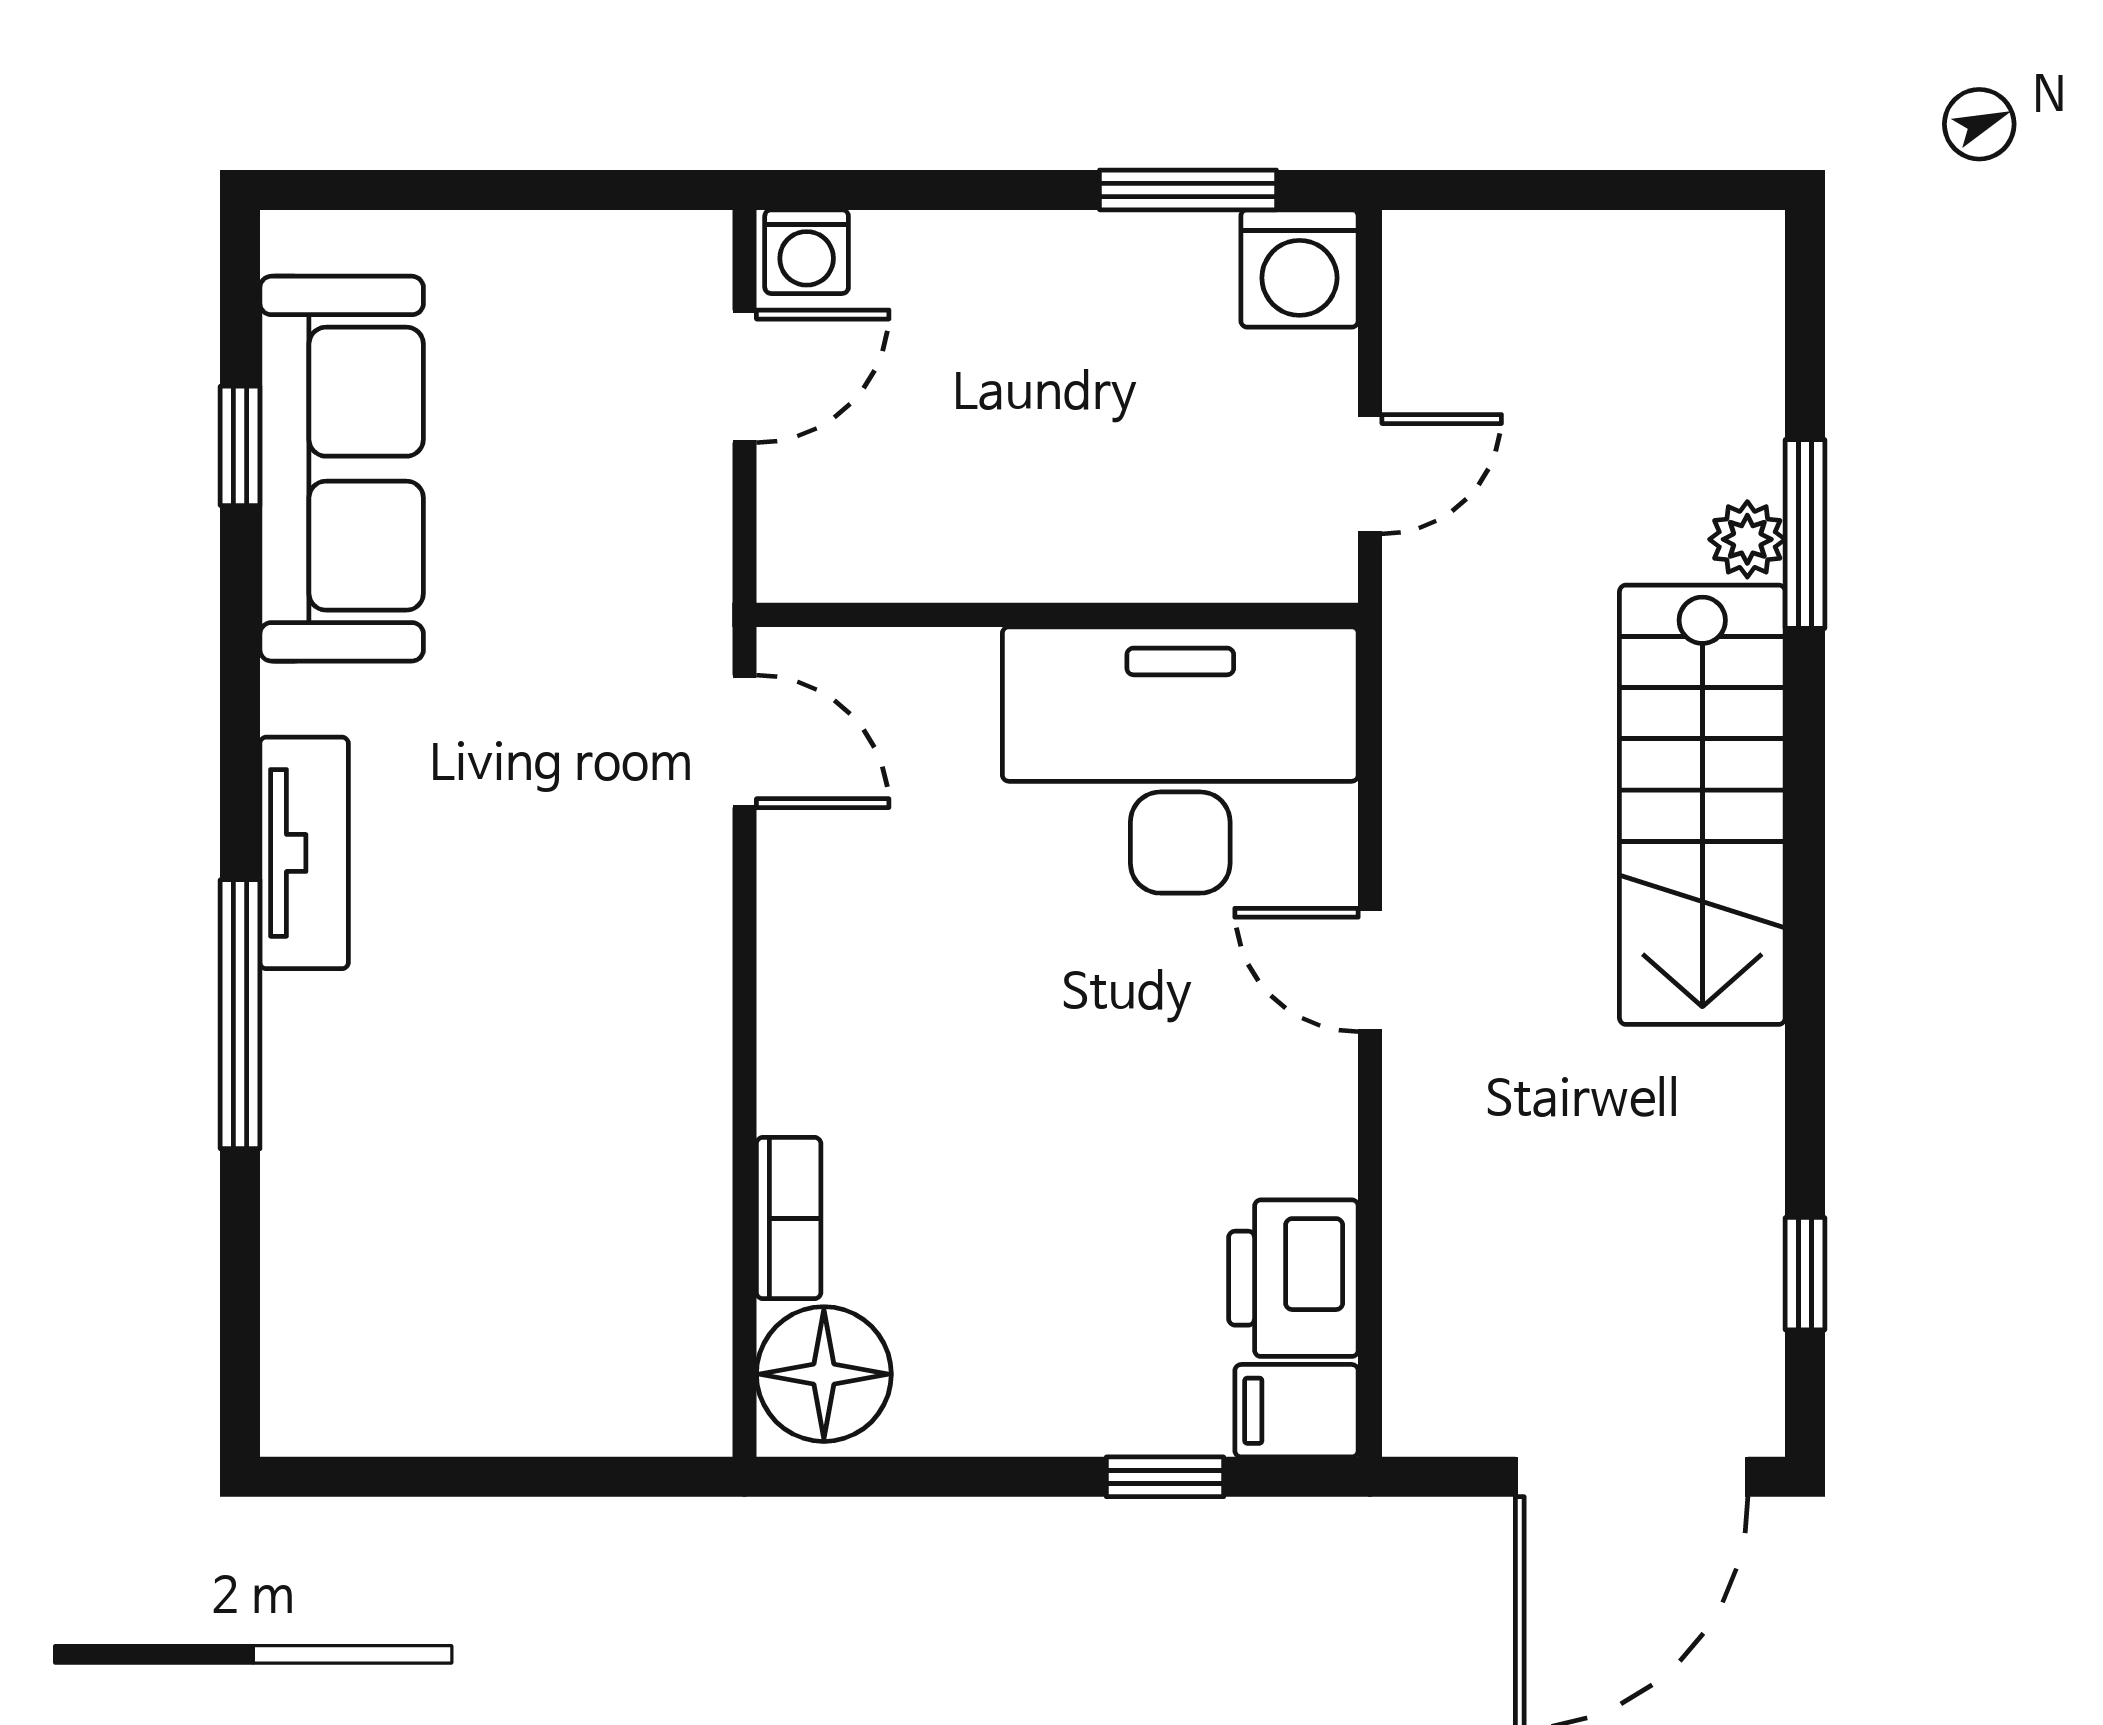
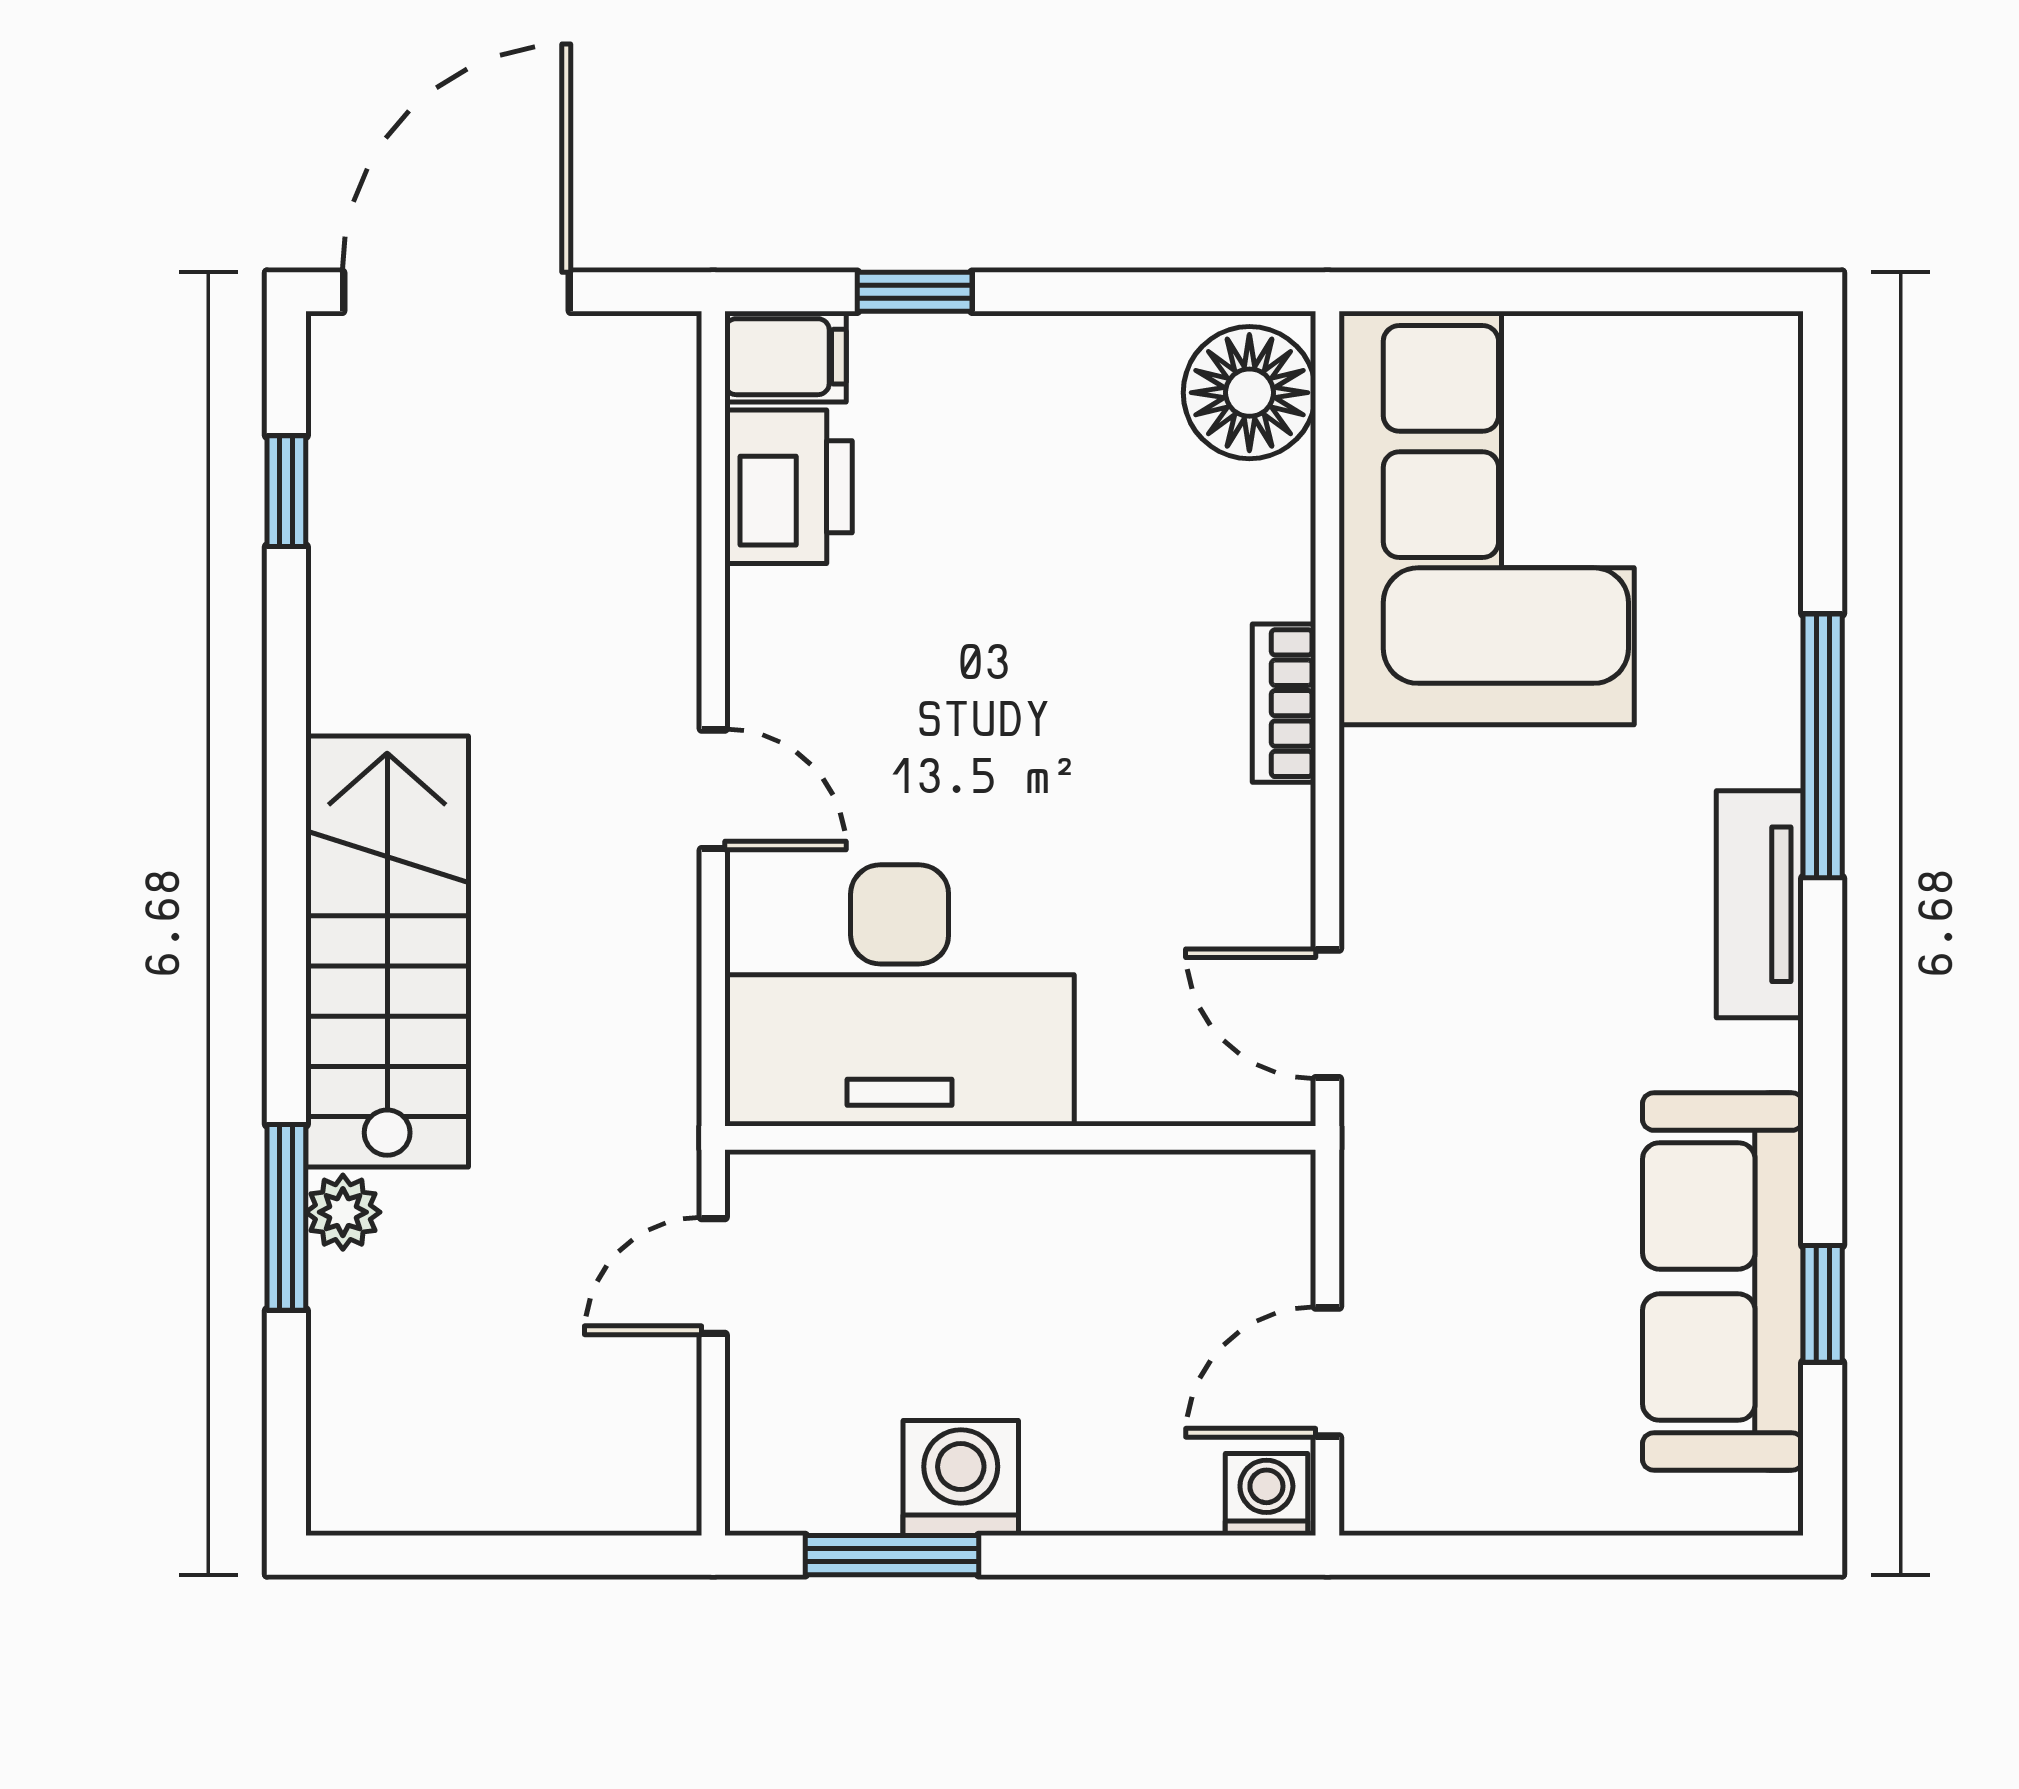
washing machine: (1299, 268) -> (961, 1478), moved
bookcase: (789, 1218) -> (1284, 703), moved
corner sofa: (582, 1246) -> (1487, 518), added

